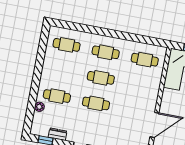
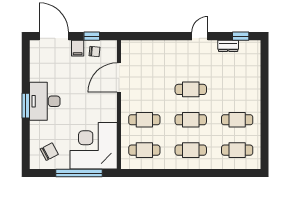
cafe table: (140, 85) -> (144, 120), added
cafe table: (57, 96) -> (237, 120), moved
plant: (39, 107) -> (255, 73), removed

